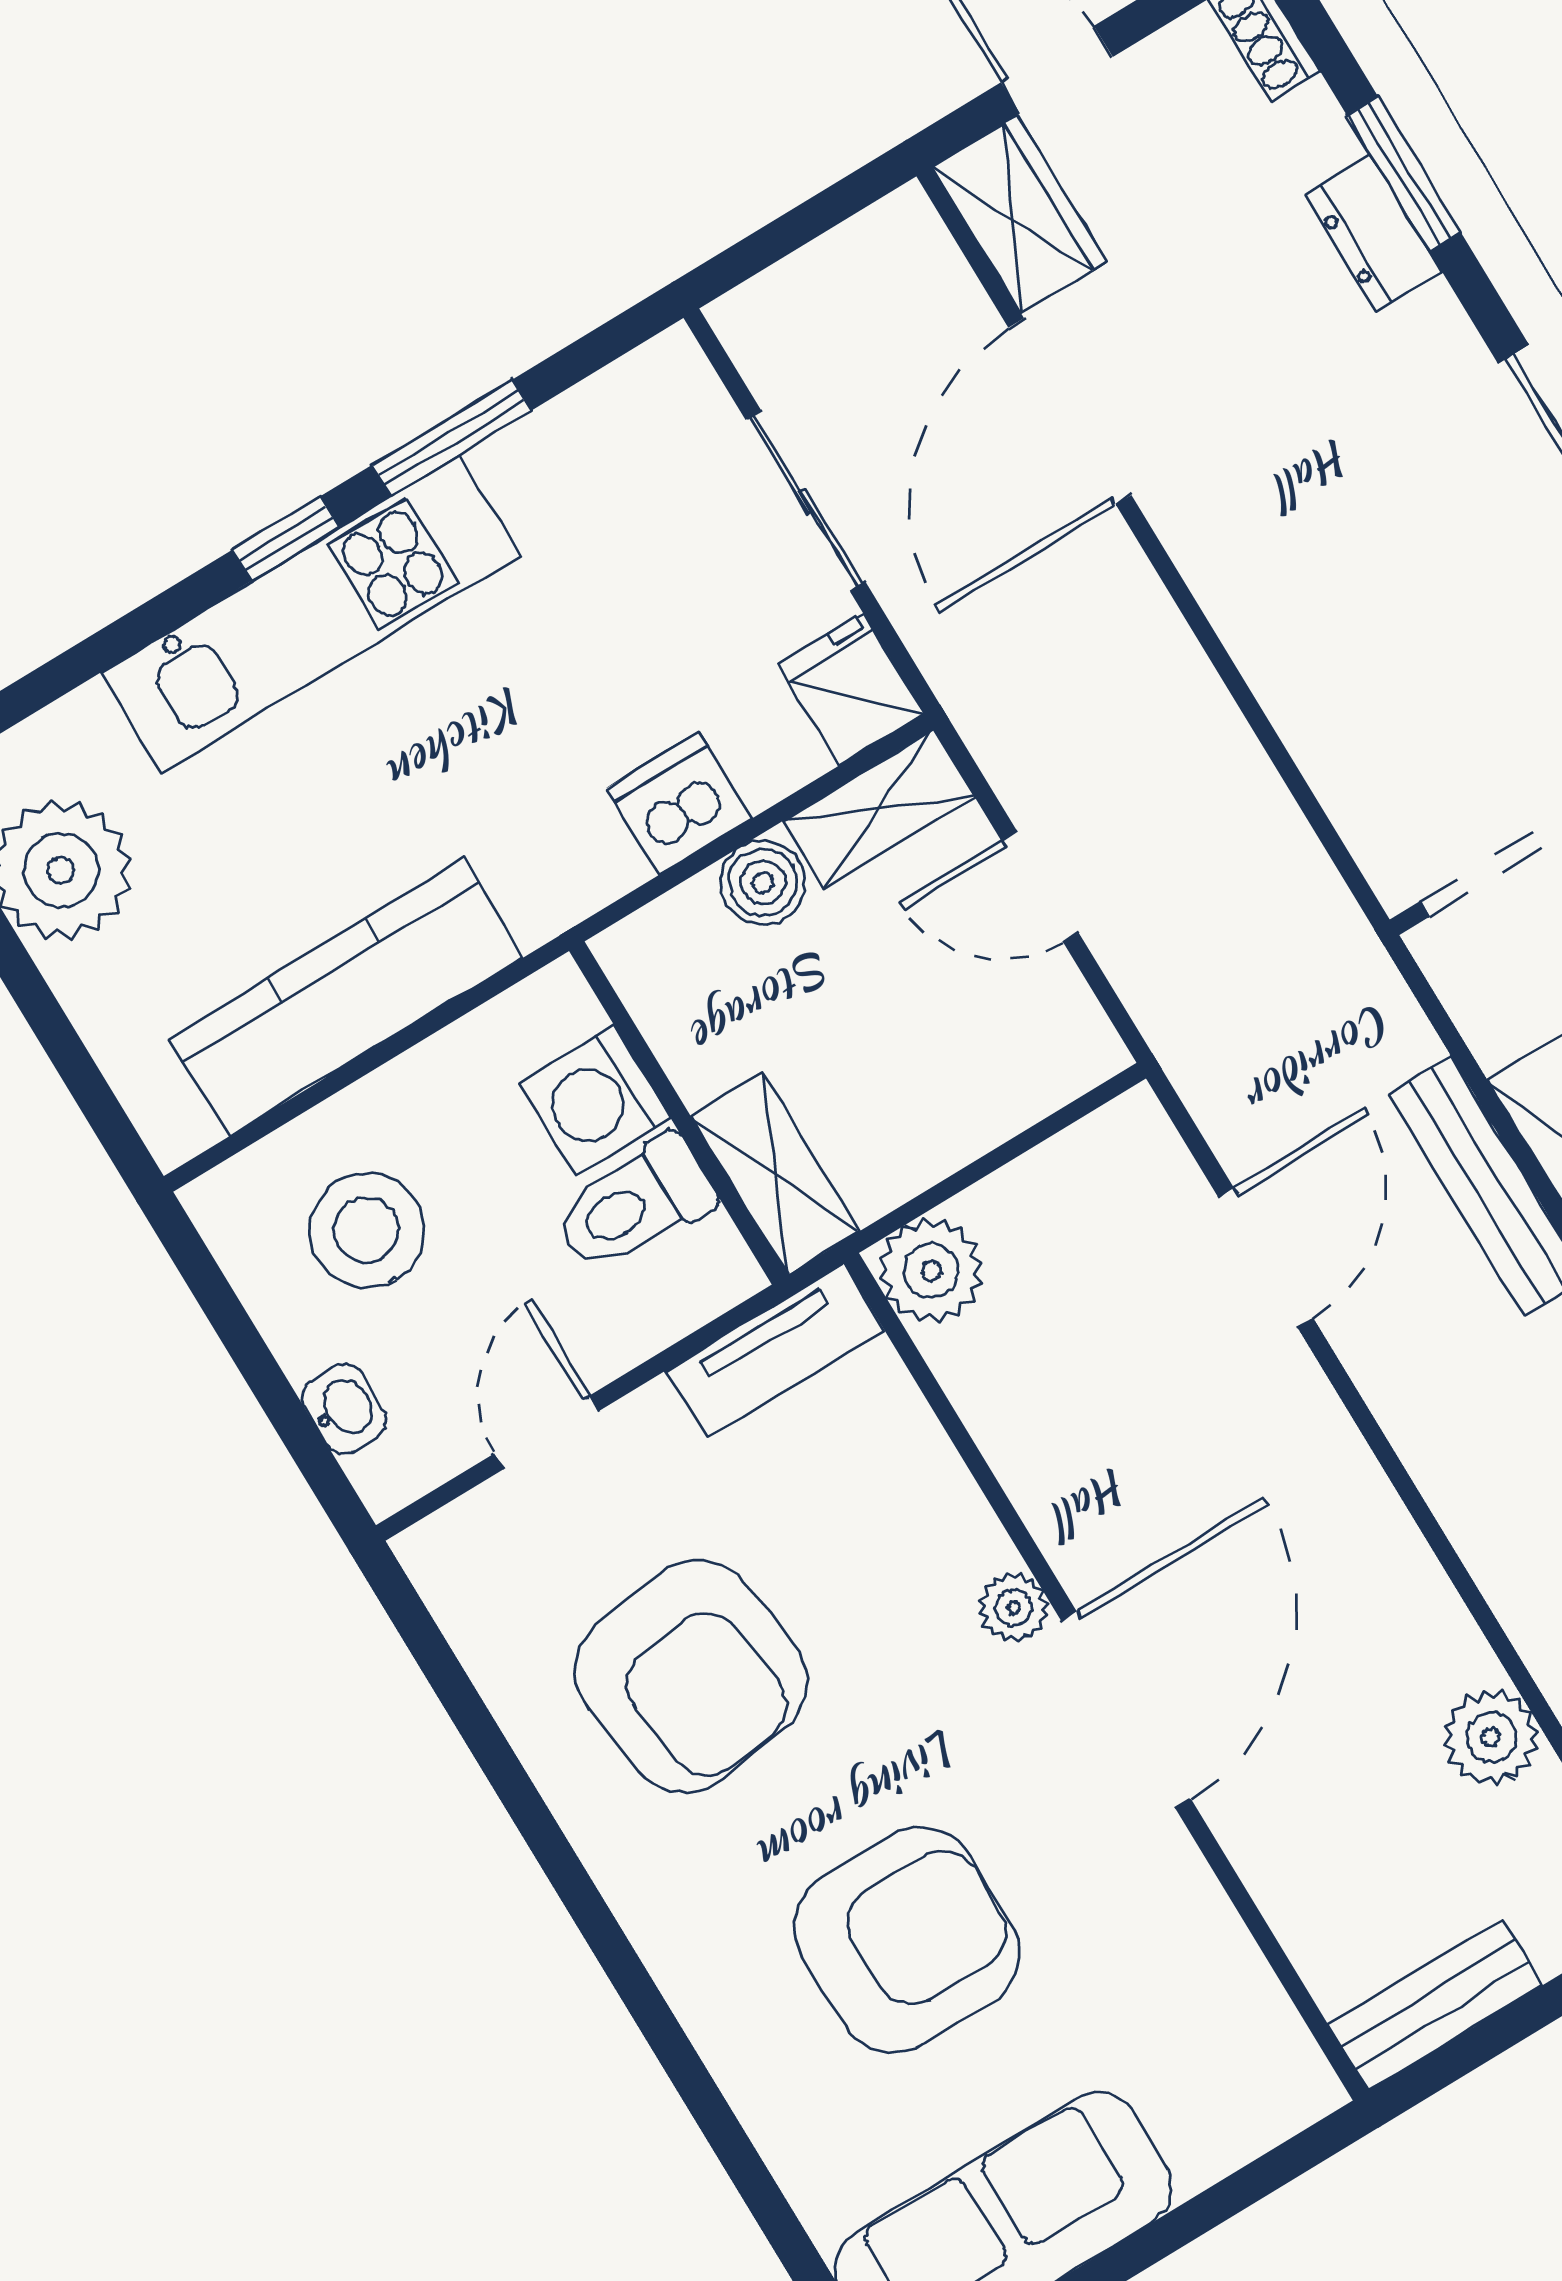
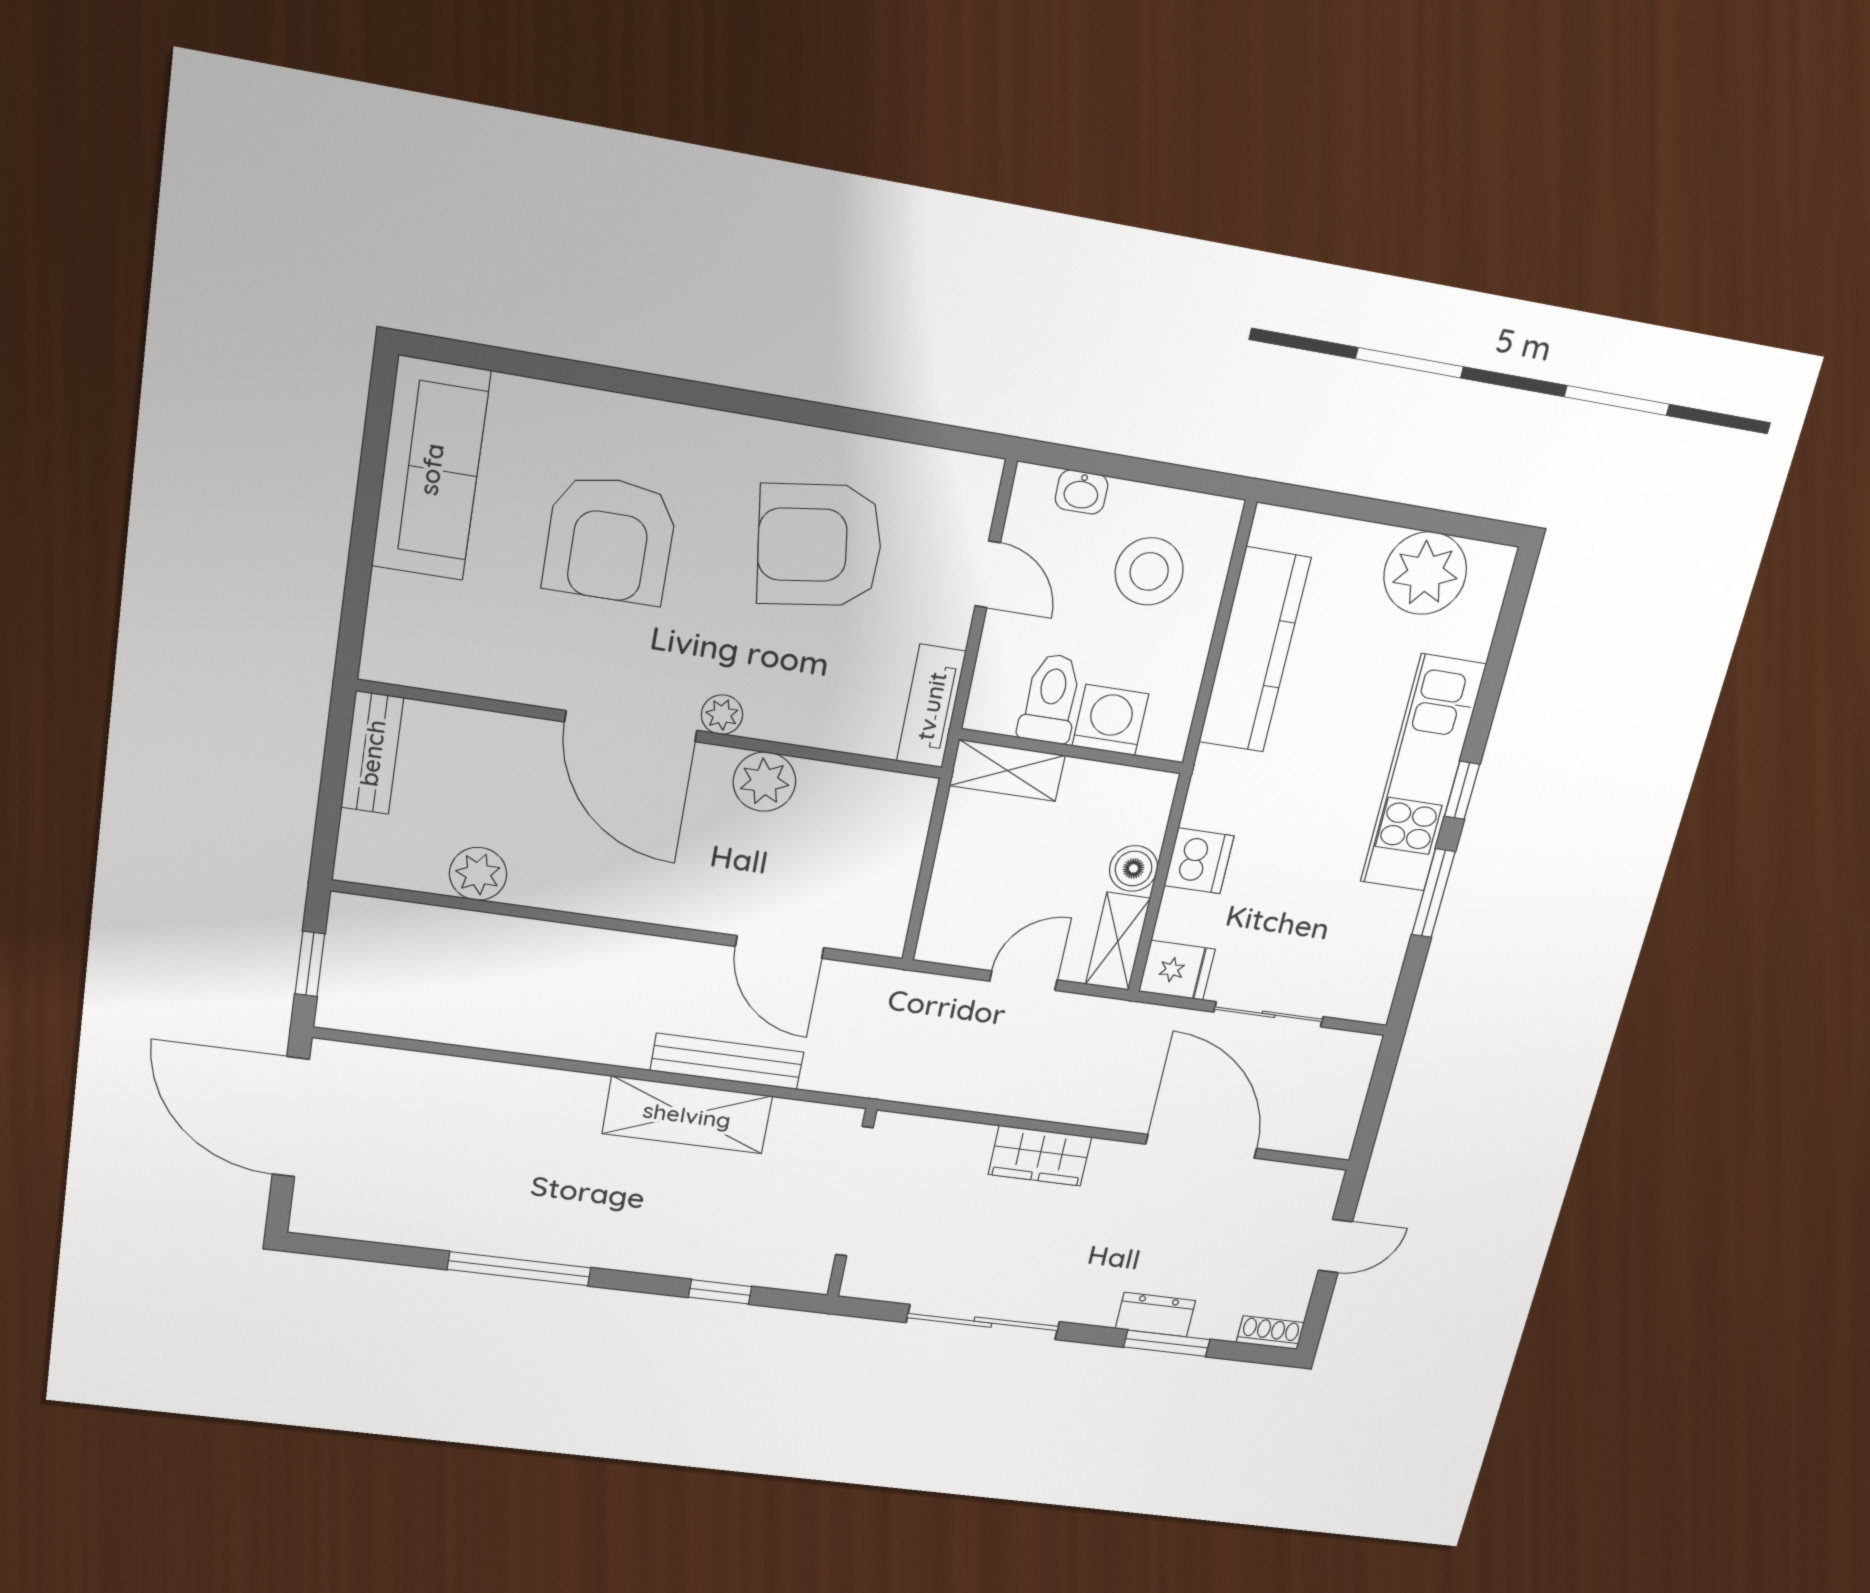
wardrobe: (1019, 214) -> (1040, 1156), moved
plant: (931, 1271) -> (764, 782), moved

